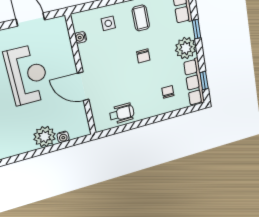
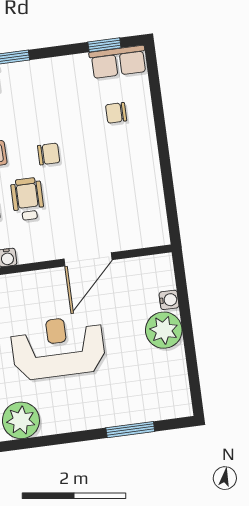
plant: (186, 48) -> (44, 78), removed
row of seats: (194, 82) -> (118, 62), width x0.68
wheelchair: (122, 113) -> (28, 199), moved

